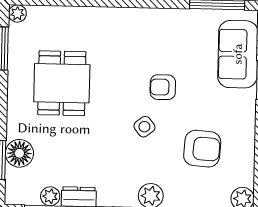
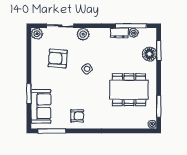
dining table: (62, 83) -> (129, 90), width x1.38
armchair: (163, 87) -> (77, 116), moved

